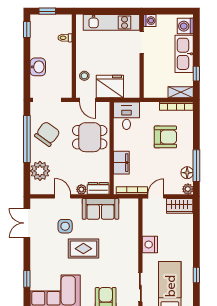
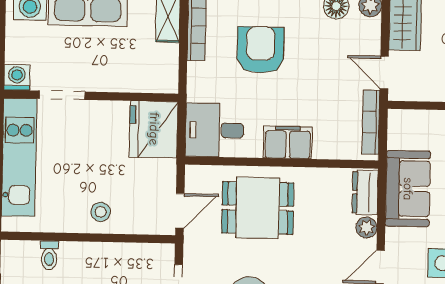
stool: (84, 76) -> (101, 212), moved
fridge: (110, 87) -> (154, 129), moved
dining table: (90, 137) -> (258, 208), turned 90
filing cabinet: (121, 163) -> (288, 142), moved

